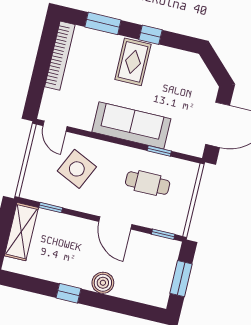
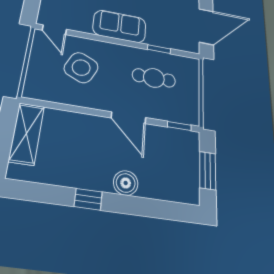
sofa: (131, 125) -> (120, 26), width x0.73
window: (51, 208) -> (58, 106), removed

